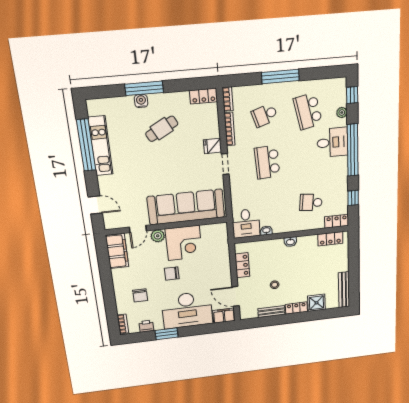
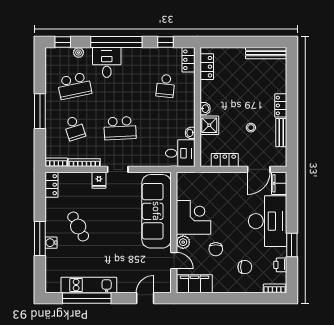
chair: (172, 274) -> (216, 249), moved
shower: (316, 303) -> (209, 125), moved

